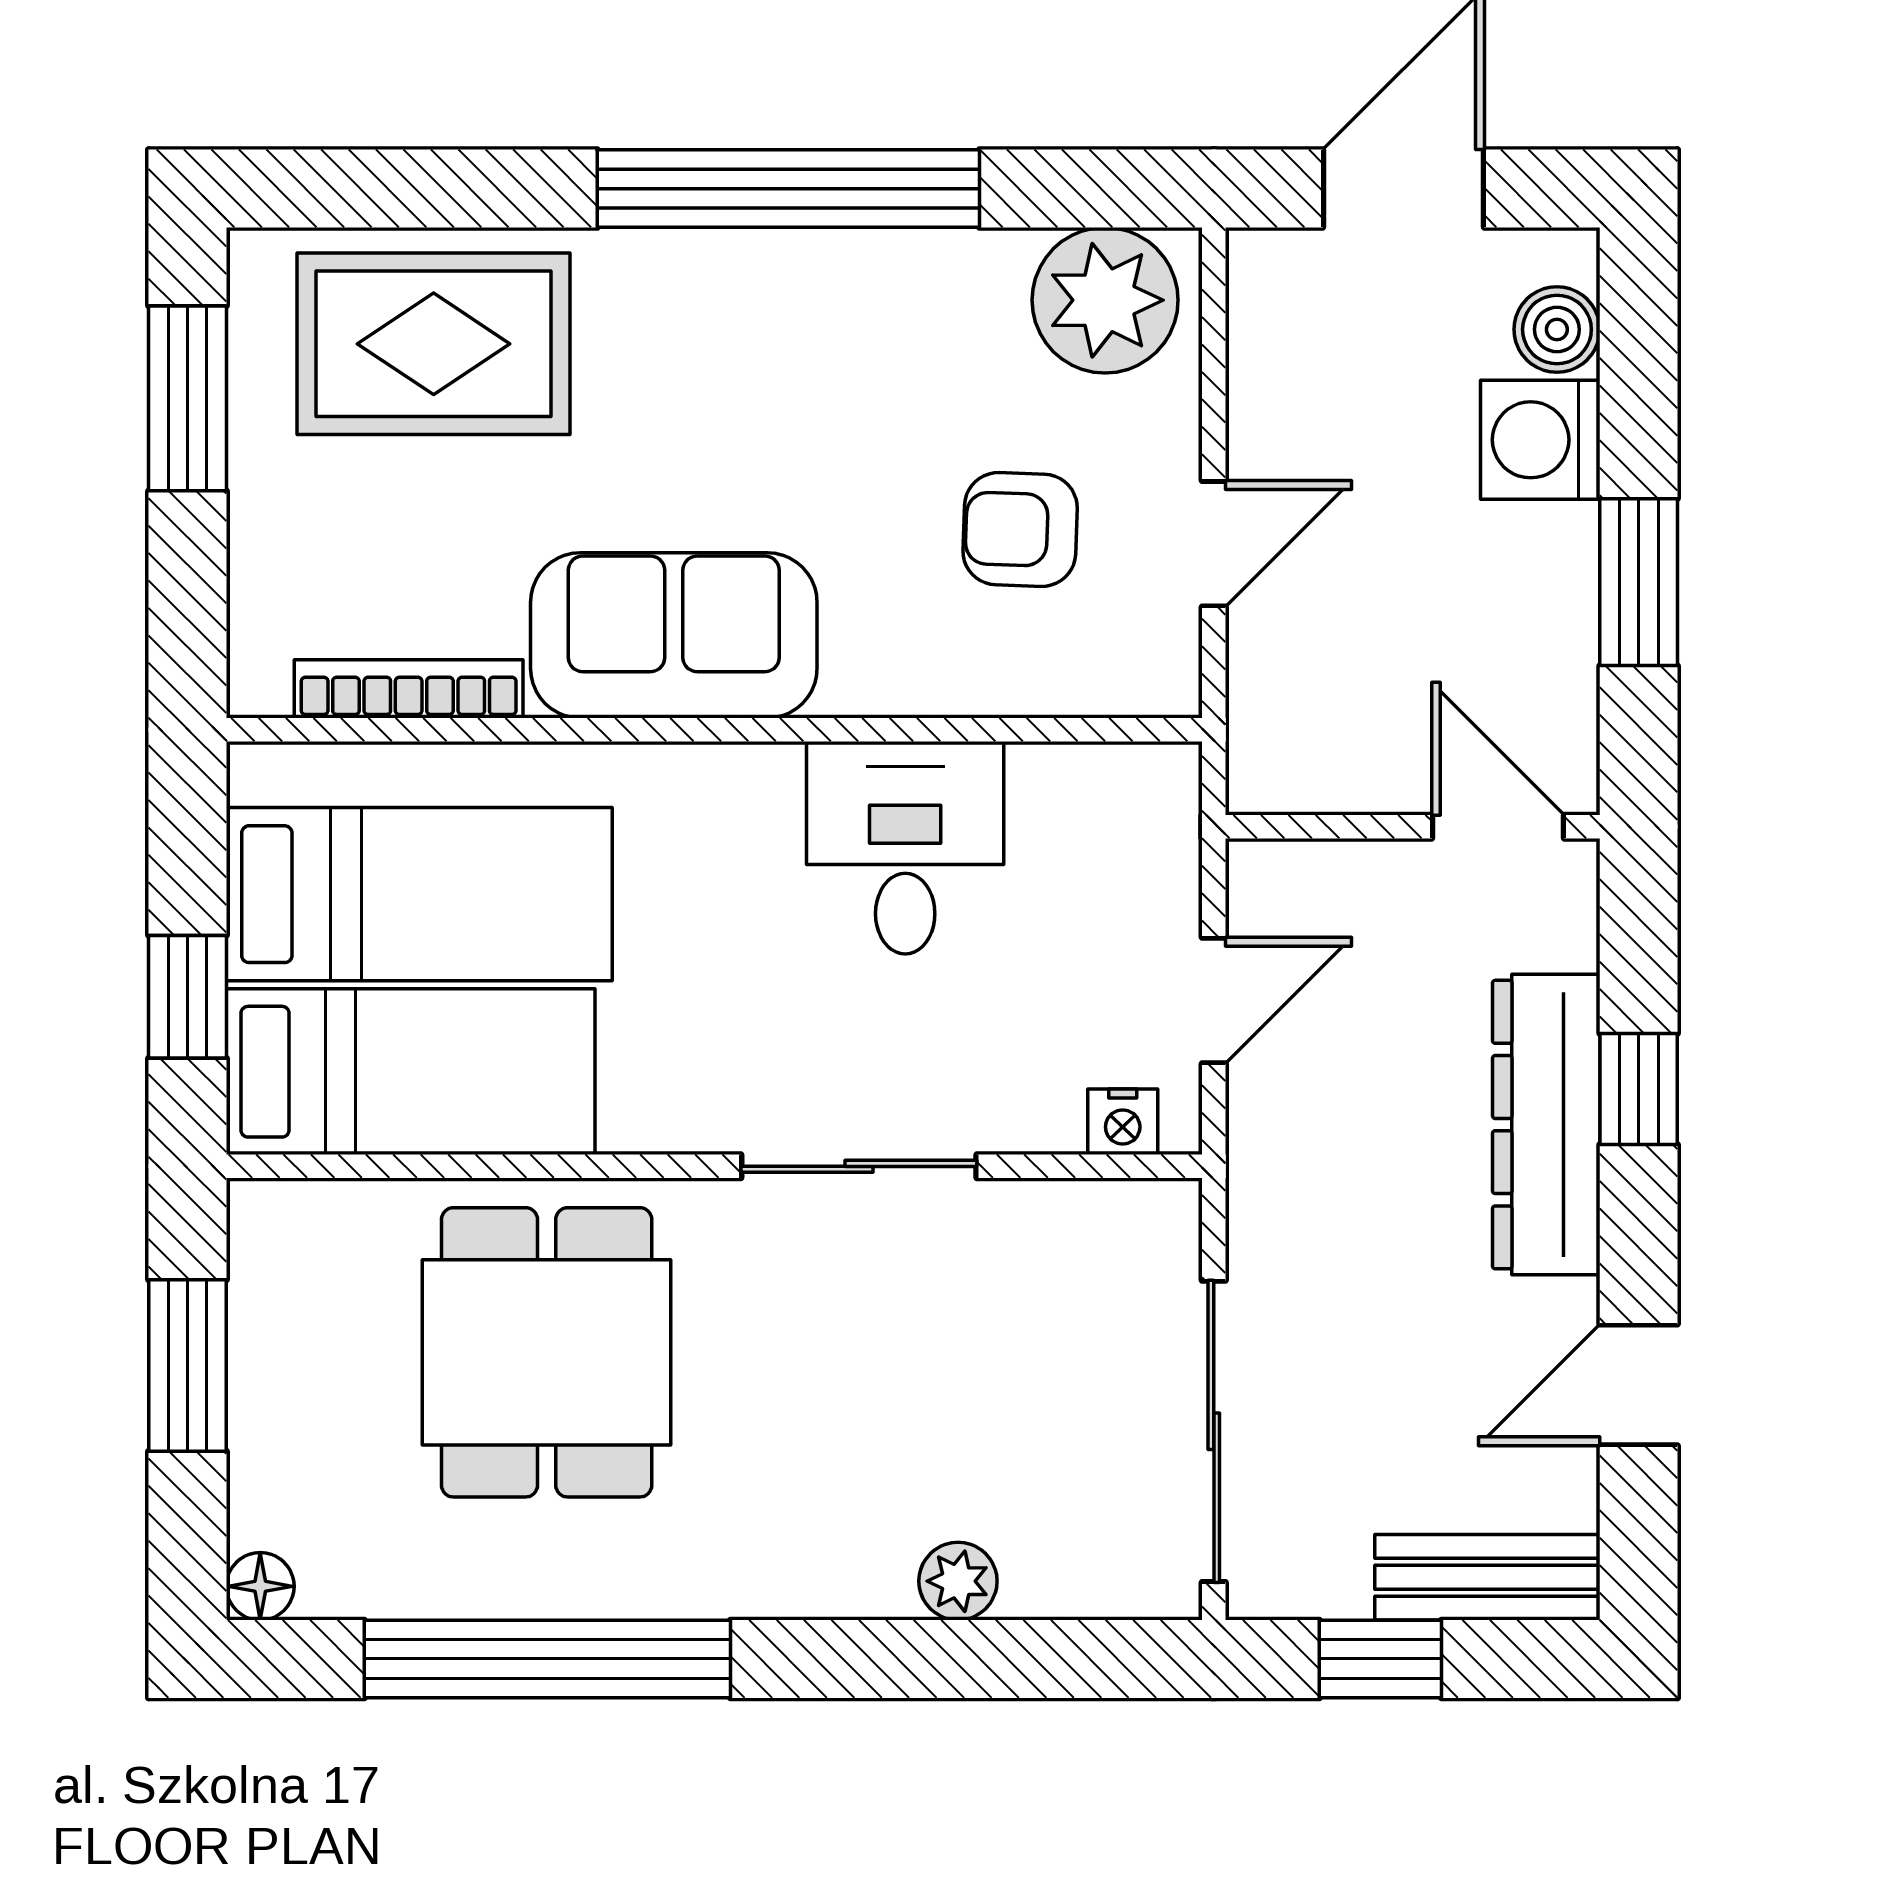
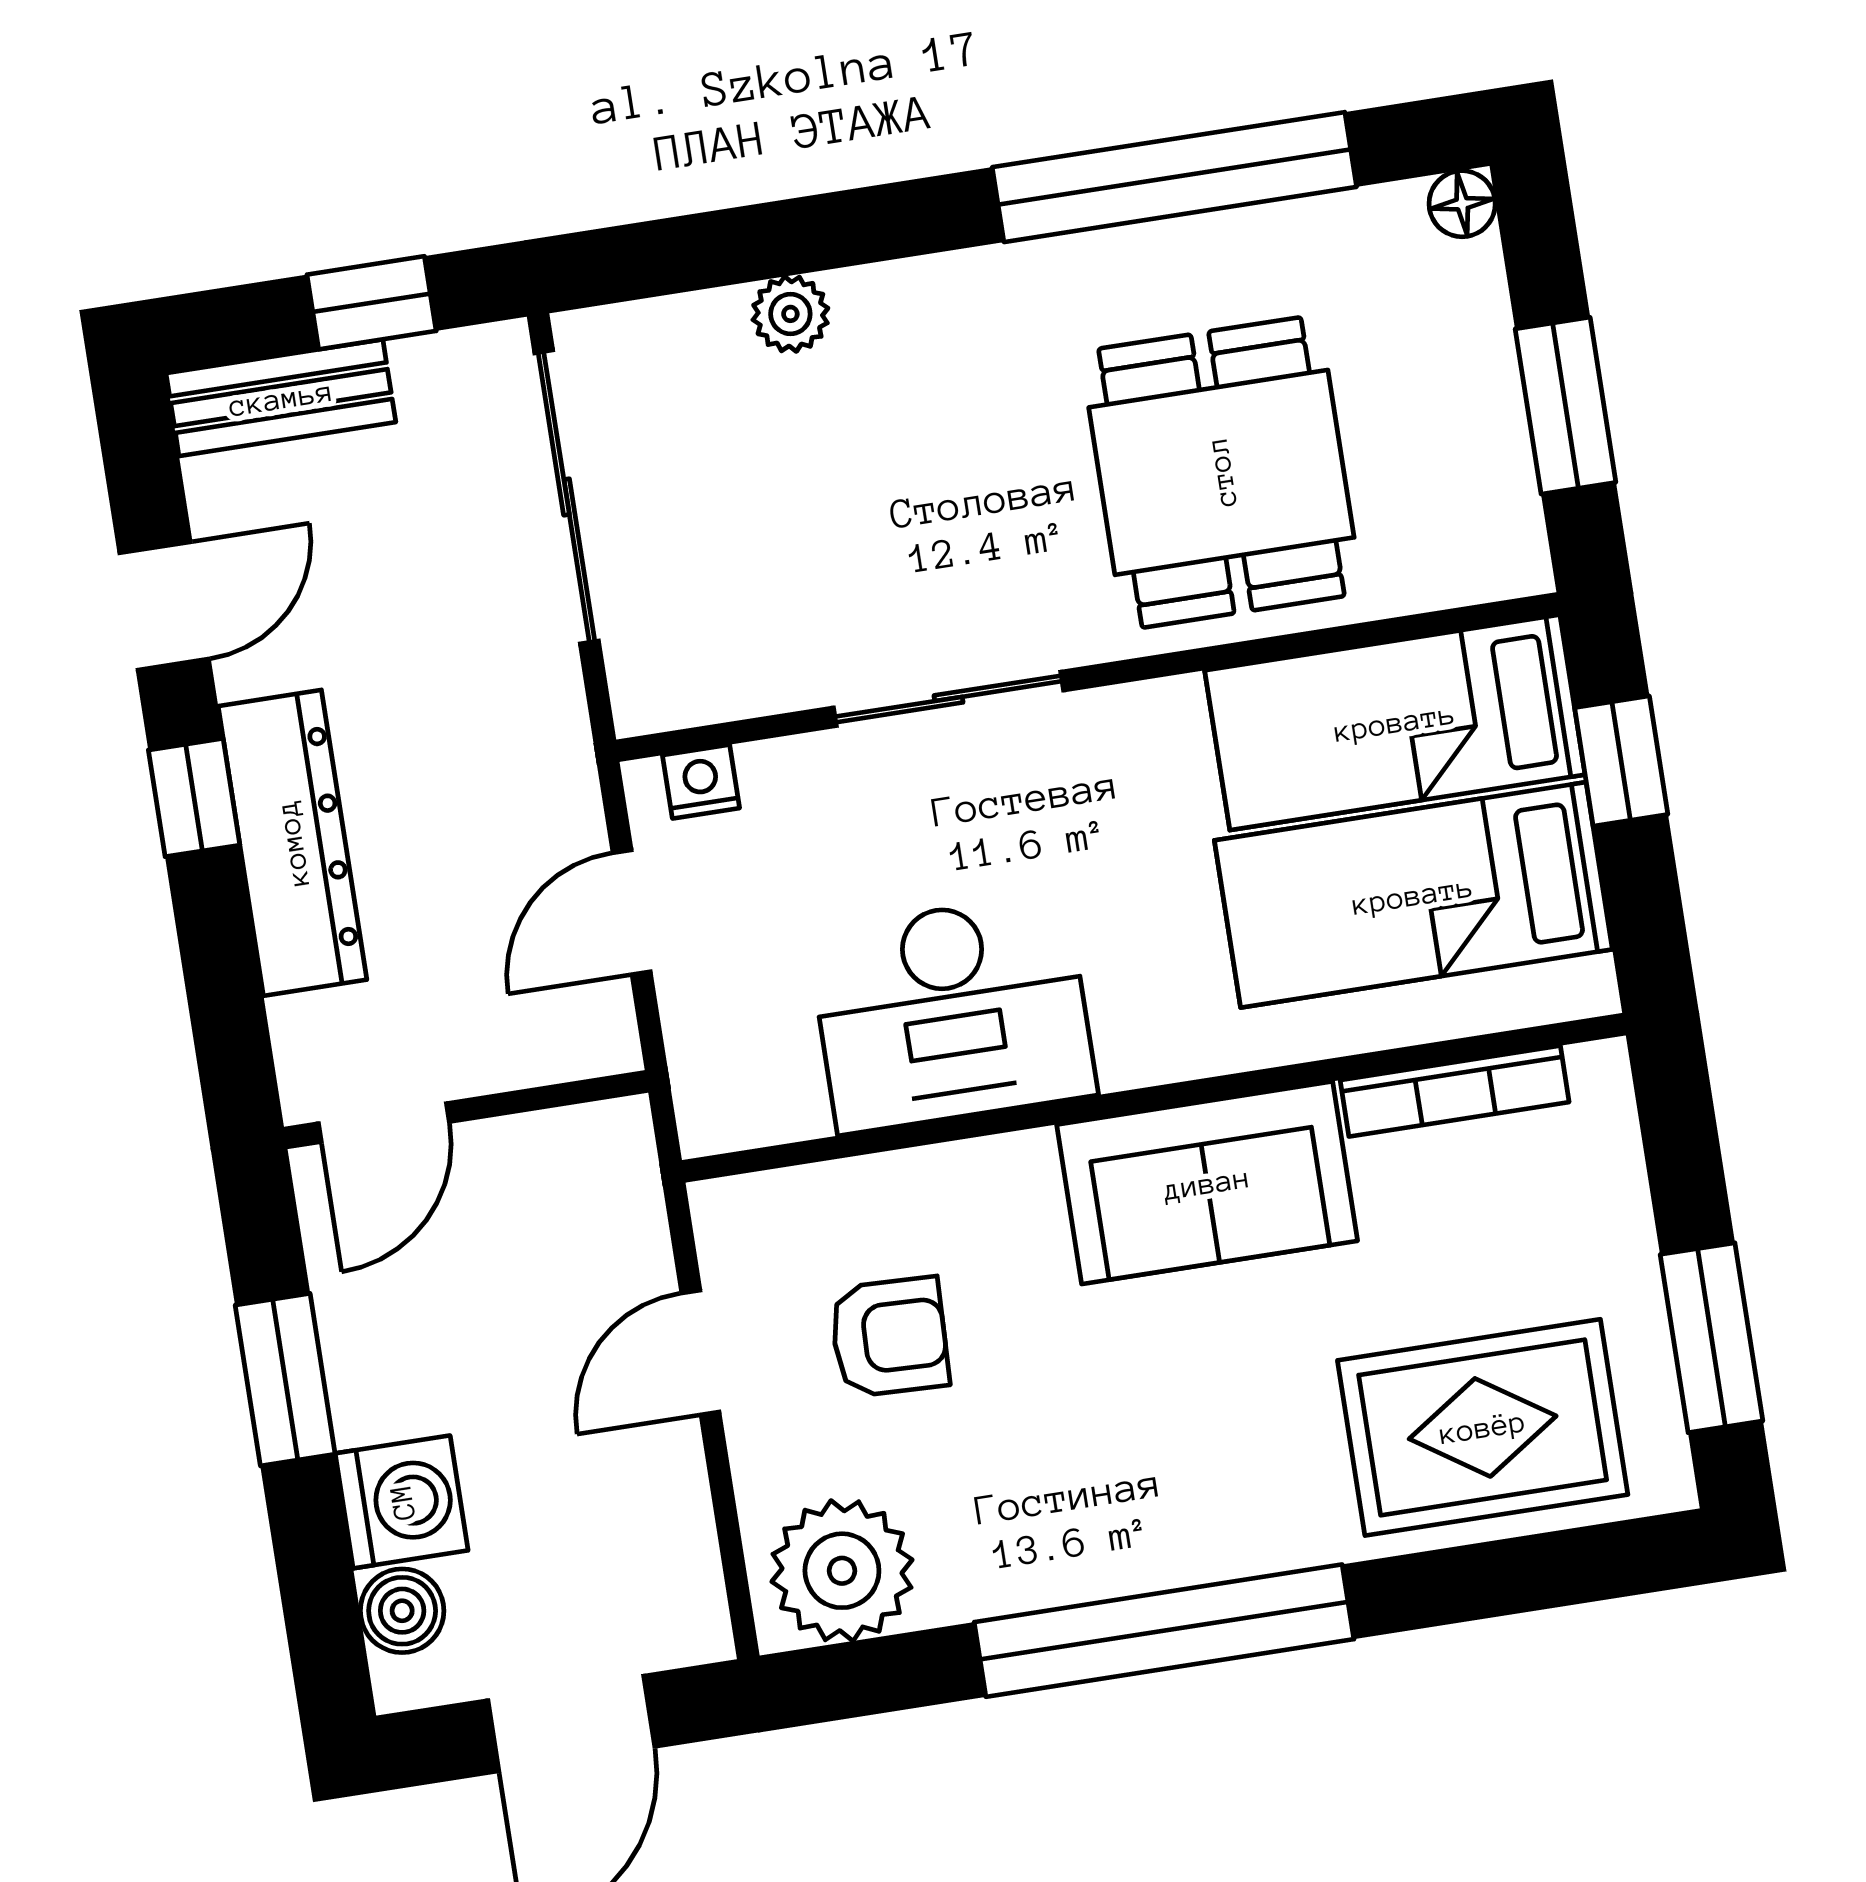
door: (1498, 827) -> (384, 1123), hinge flipped
desk: (905, 848) -> (952, 1013), width x1.37
window: (1639, 1089) -> (194, 798), moved

